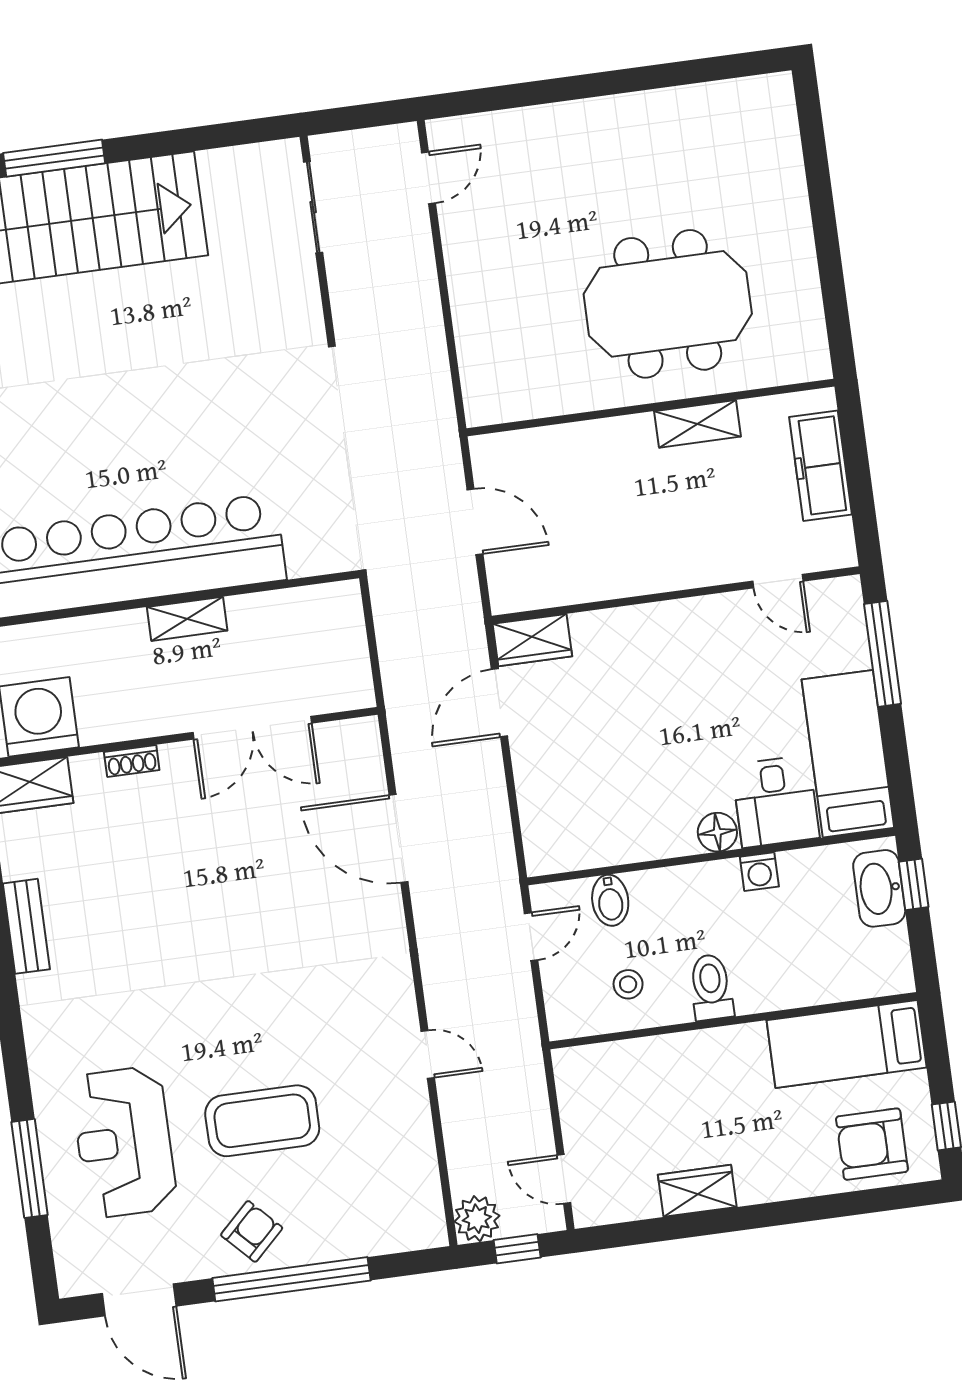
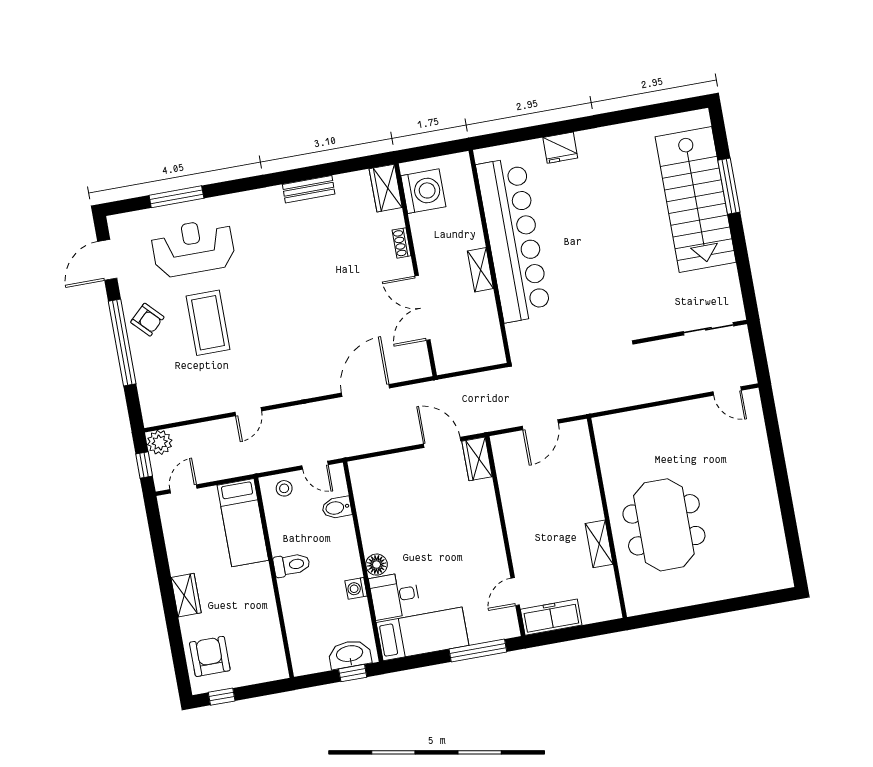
freezer: (821, 466) -> (551, 617), moved
stool: (628, 984) -> (284, 488), moved
bed: (847, 1044) -> (243, 523), moved, turned 180
wardrobe: (697, 1191) -> (186, 595), moved

